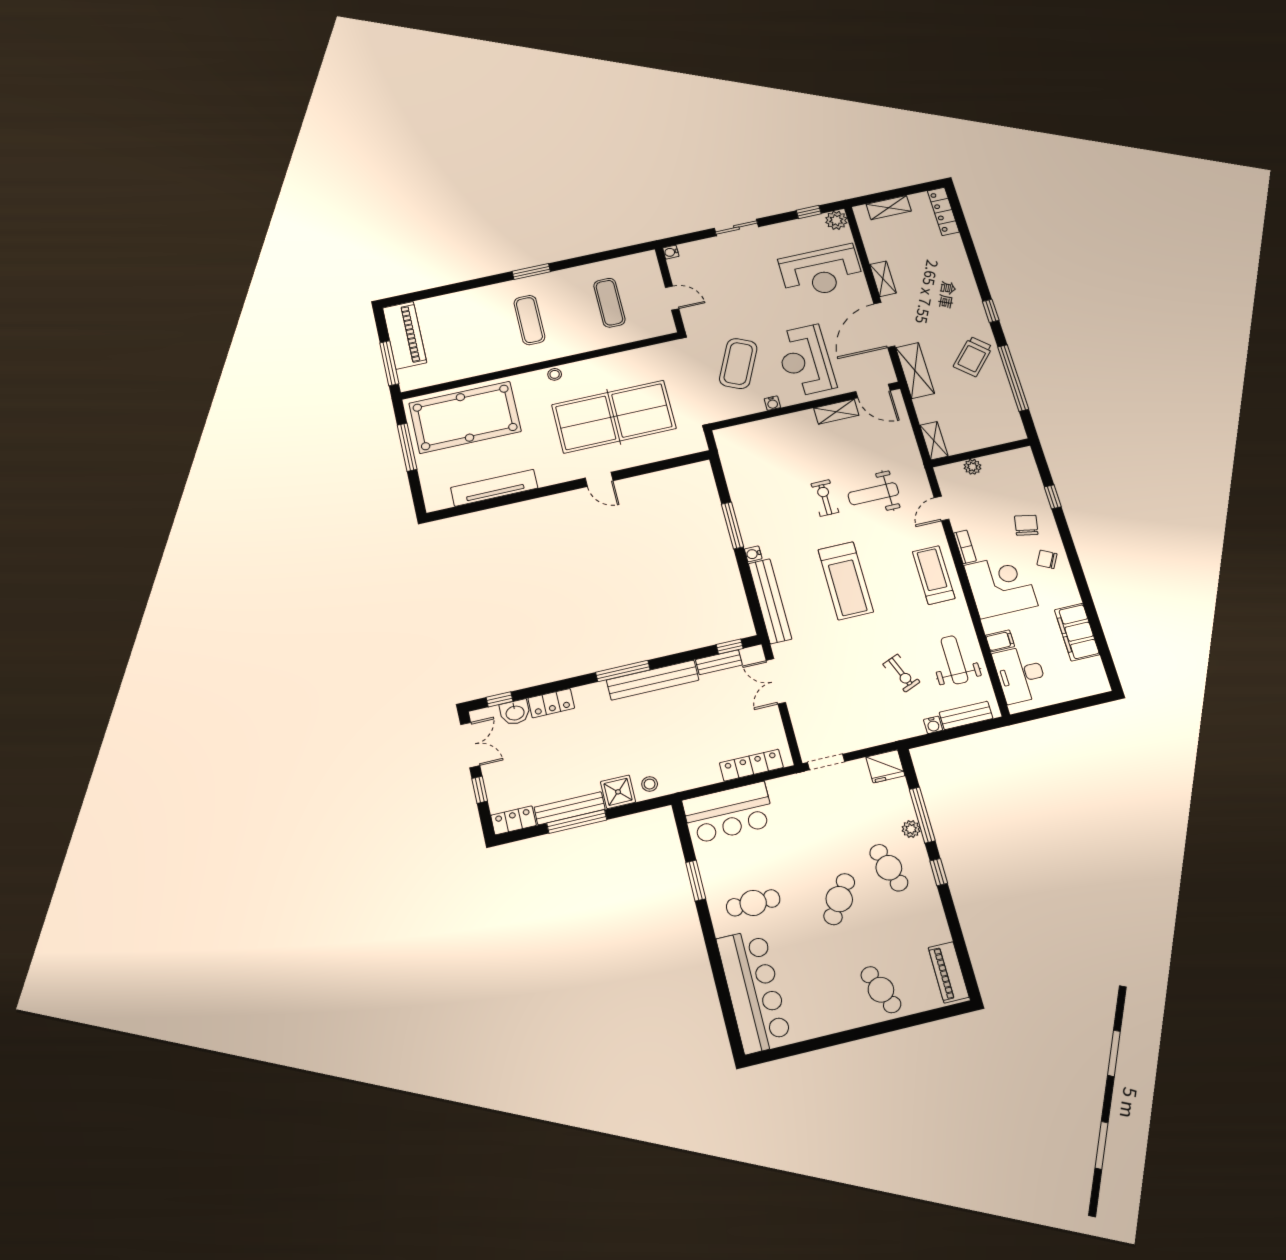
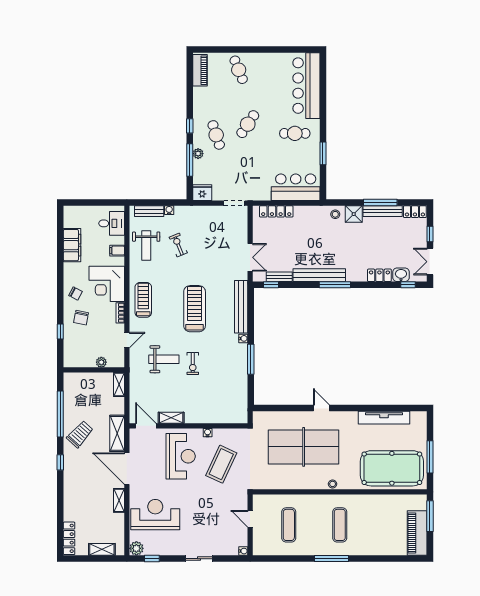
window: (531, 272) -> (332, 559), width x1.44
door: (884, 325) -> (127, 469), swing flipped
treadmill: (934, 575) -> (143, 300), turned 180
desk: (1020, 674) -> (112, 223), width x0.73

